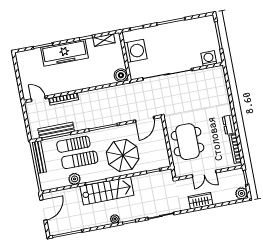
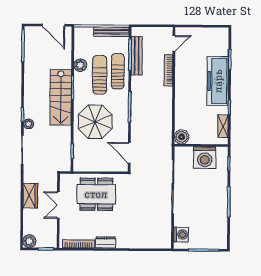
plant: (115, 219) -> (29, 124), moved

